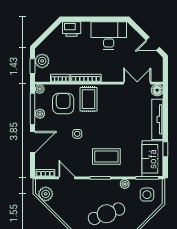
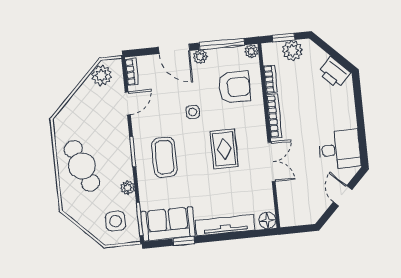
printer: (72, 29) -> (334, 73), moved, turned -45
desk: (109, 36) -> (339, 150), width x0.73
door: (153, 44) -> (343, 196), moved
double door: (137, 83) -> (272, 162), moved
rug: (88, 99) -> (224, 149), moved, turned 90
plant: (40, 114) -> (200, 57), moved

